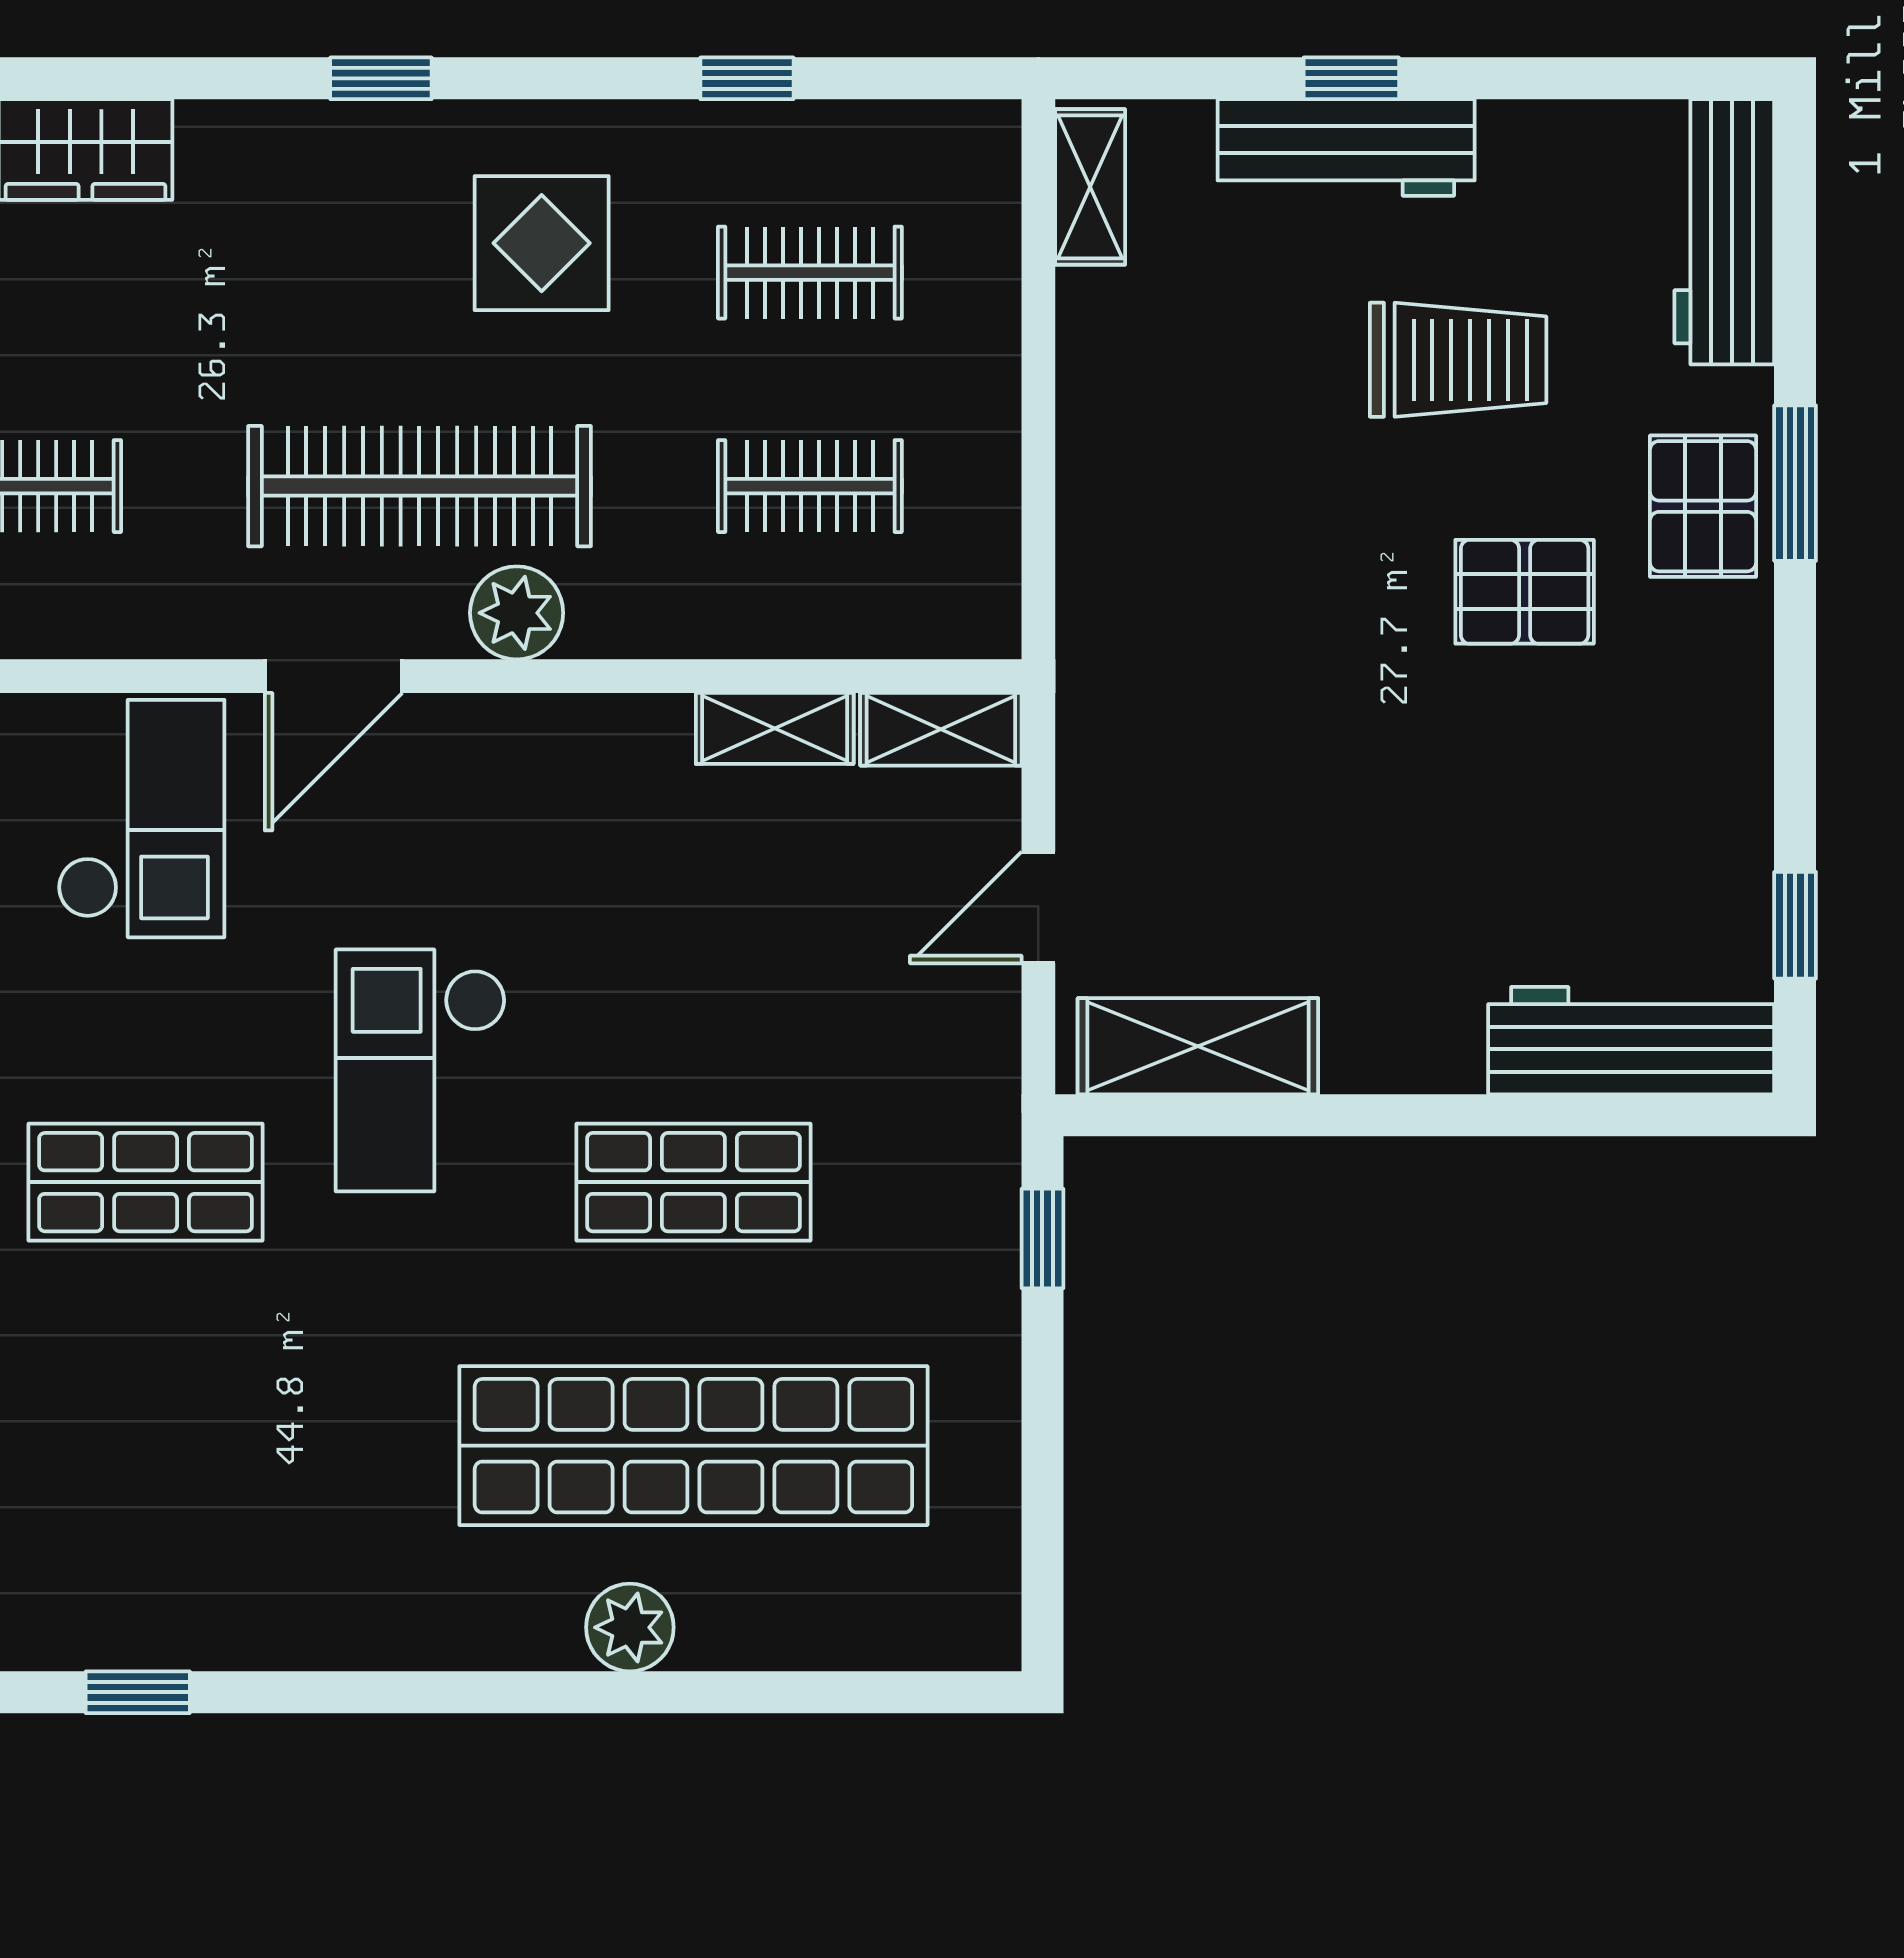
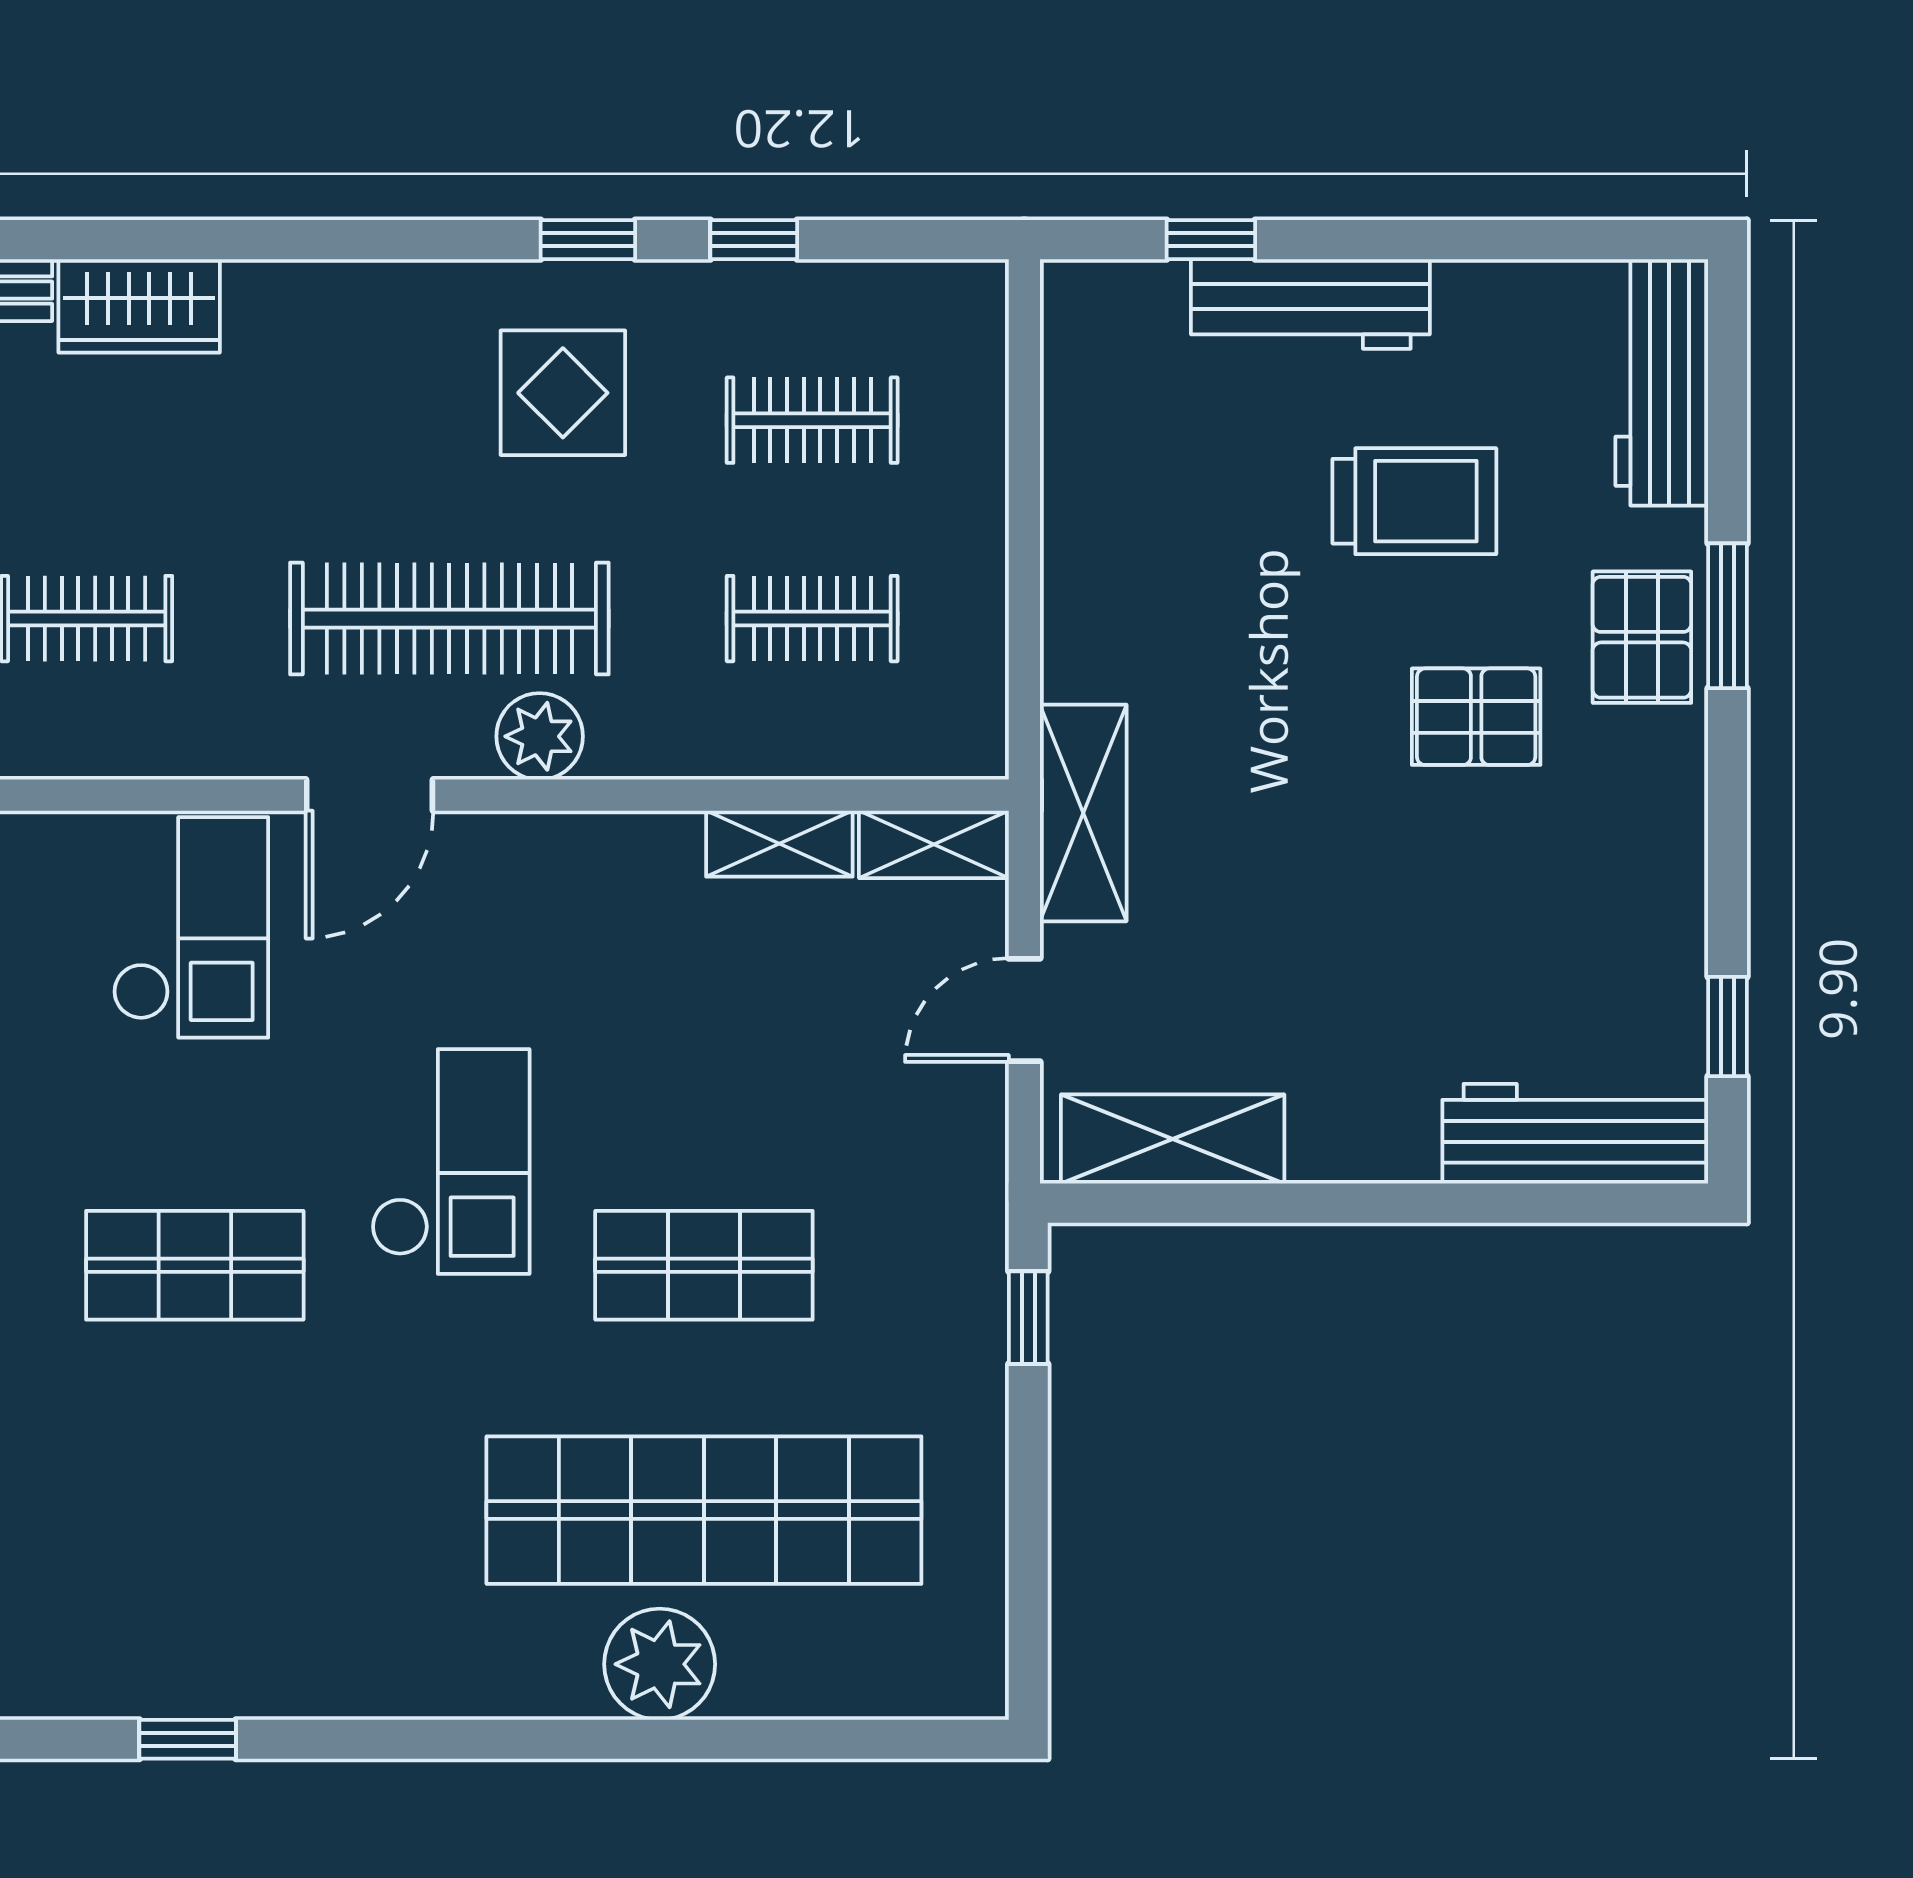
window: (381, 78) -> (588, 240), moved
window: (1351, 78) -> (1211, 240), moved
shelving: (1090, 187) -> (1083, 813), moved, width x1.50, depth x1.33
checkout: (421, 1070) -> (451, 1161), turned 180
plant: (630, 1627) -> (660, 1664), width x1.36, depth x1.36

